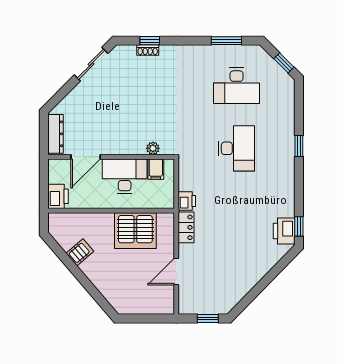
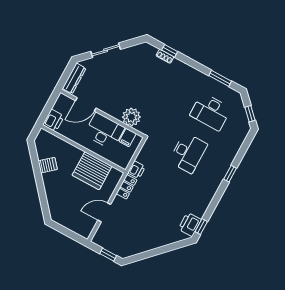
sliding door: (91, 64) -> (106, 50), moved
plant: (153, 148) -> (131, 117), width x1.87, depth x1.87

